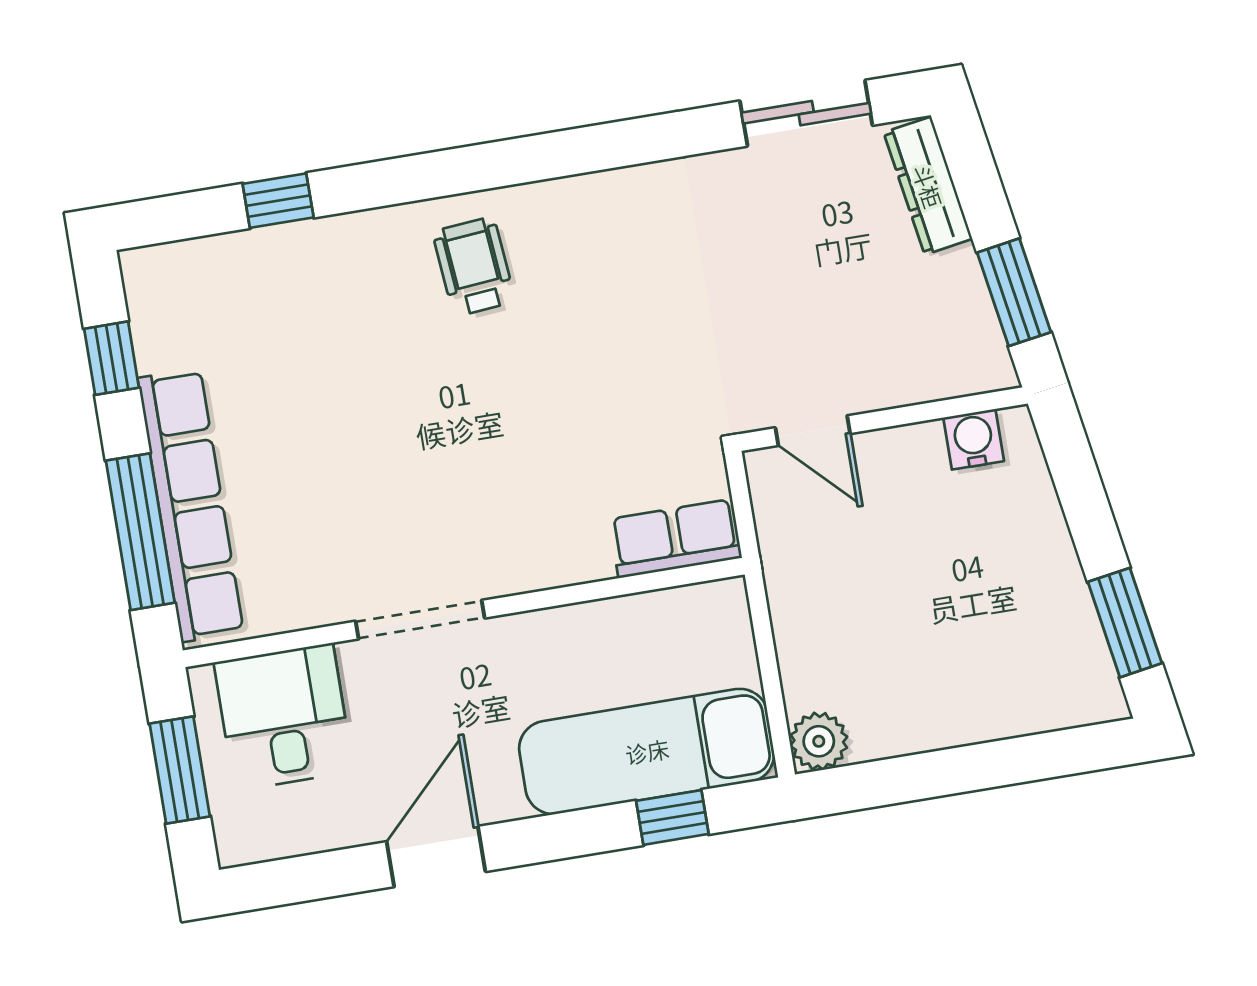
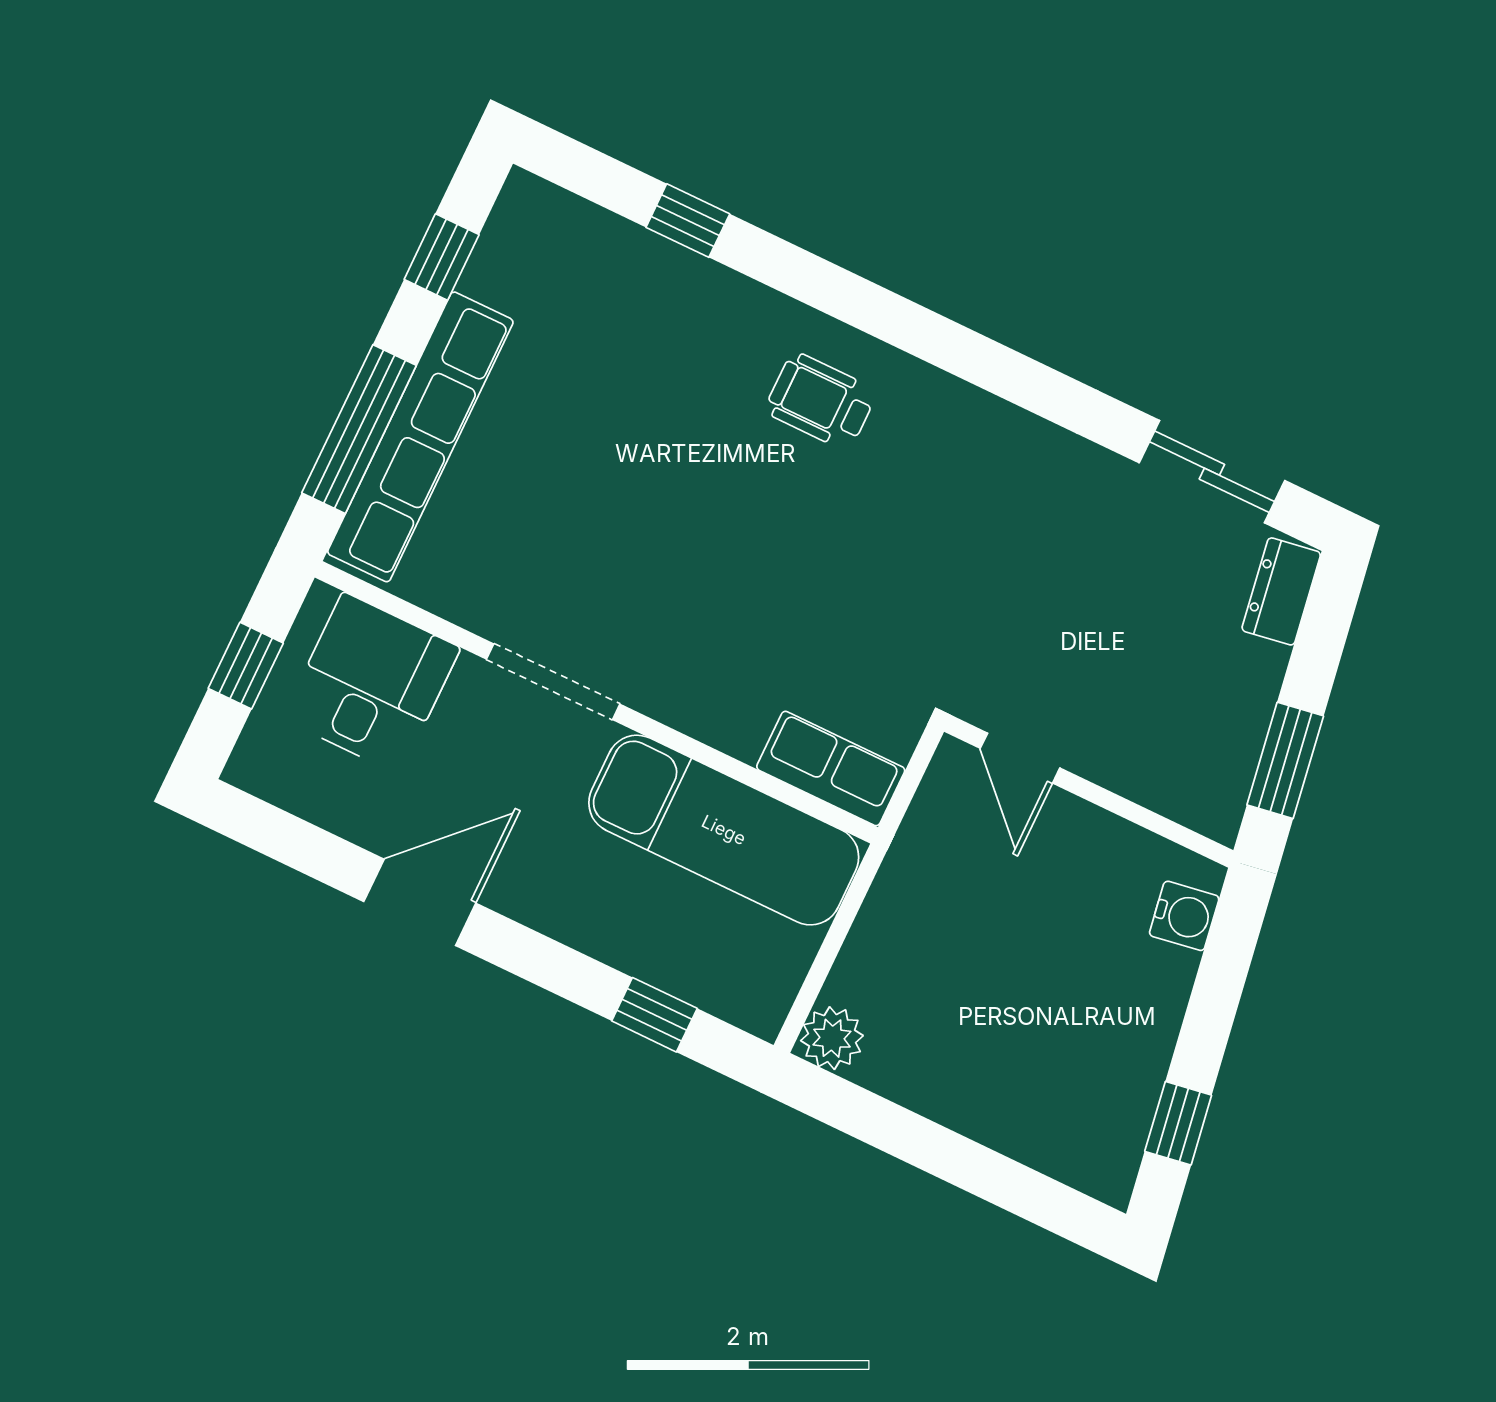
dresser: (928, 186) -> (1281, 591), width x0.70
wheelchair: (474, 267) -> (821, 401), turned -85
water cooler: (974, 439) -> (1184, 916), moved, turned 81
window: (1125, 623) -> (1178, 1123), width x0.67
exam couch: (647, 751) -> (724, 830), moved, turned 180
window: (180, 770) -> (246, 666), width x0.67

